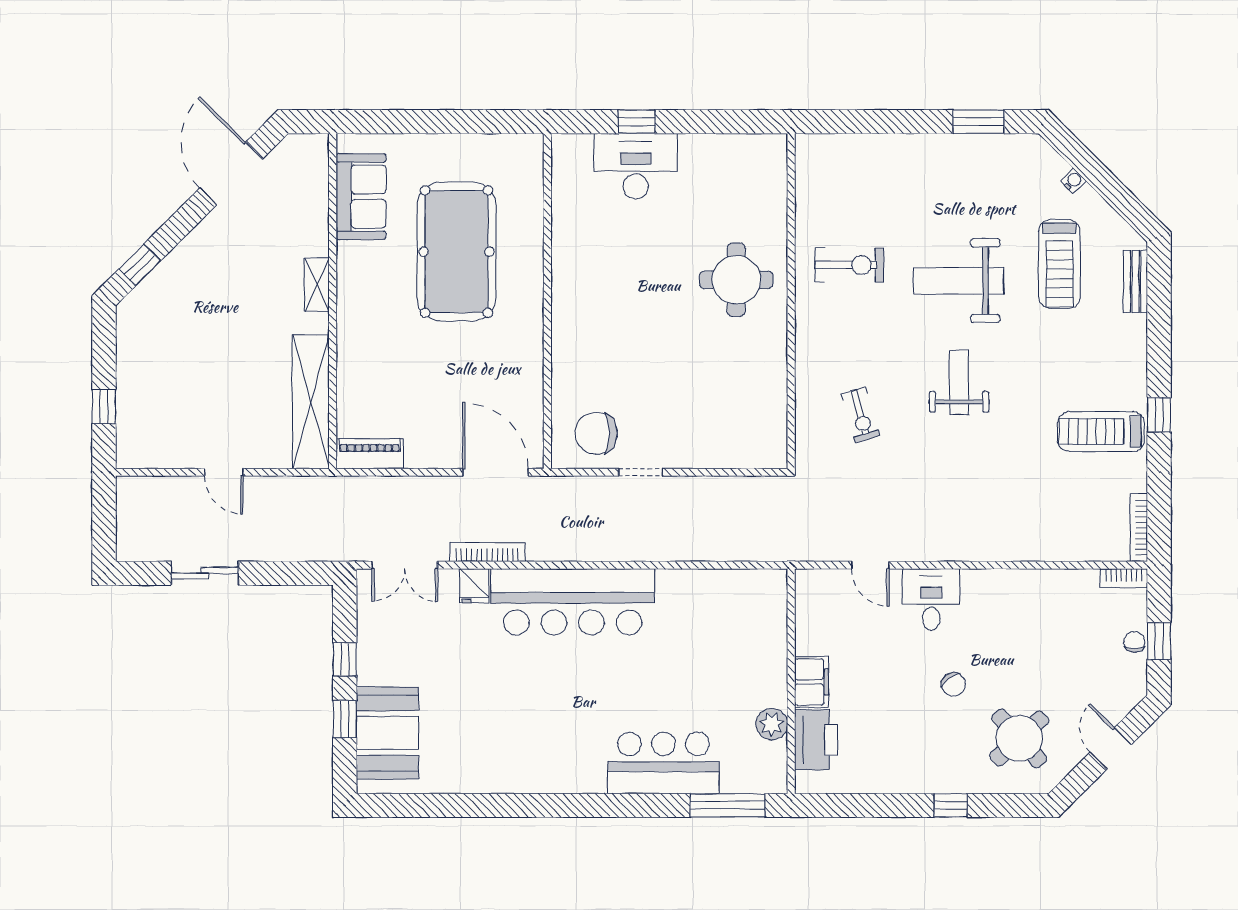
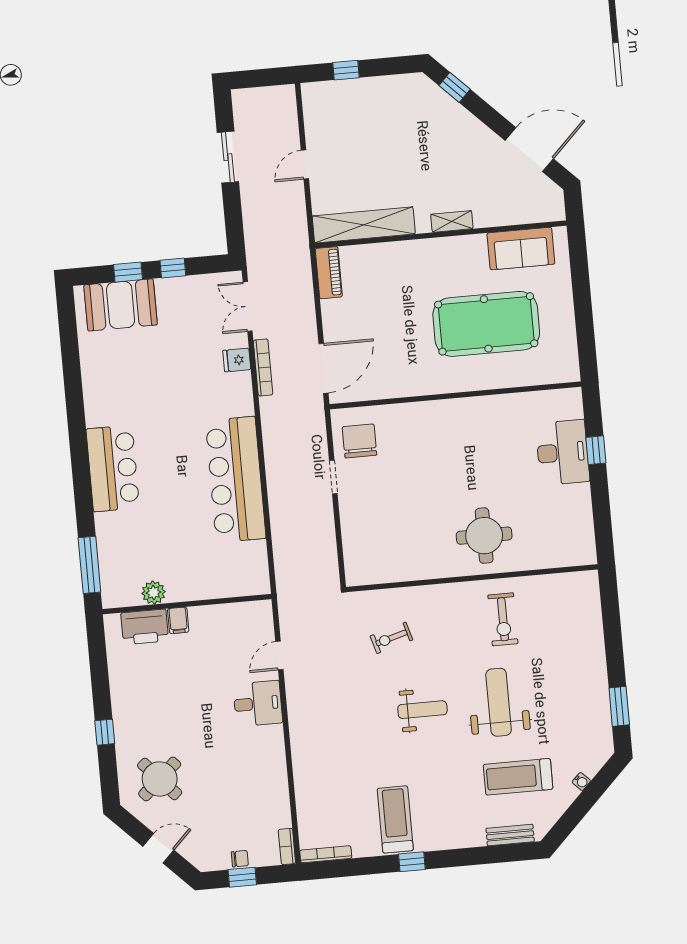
bar counter: (573, 602) -> (236, 479), moved
filing cabinet: (812, 682) -> (178, 620), width x0.50
chair: (953, 684) -> (196, 726), removed
bar counter: (663, 763) -> (113, 468), moved

